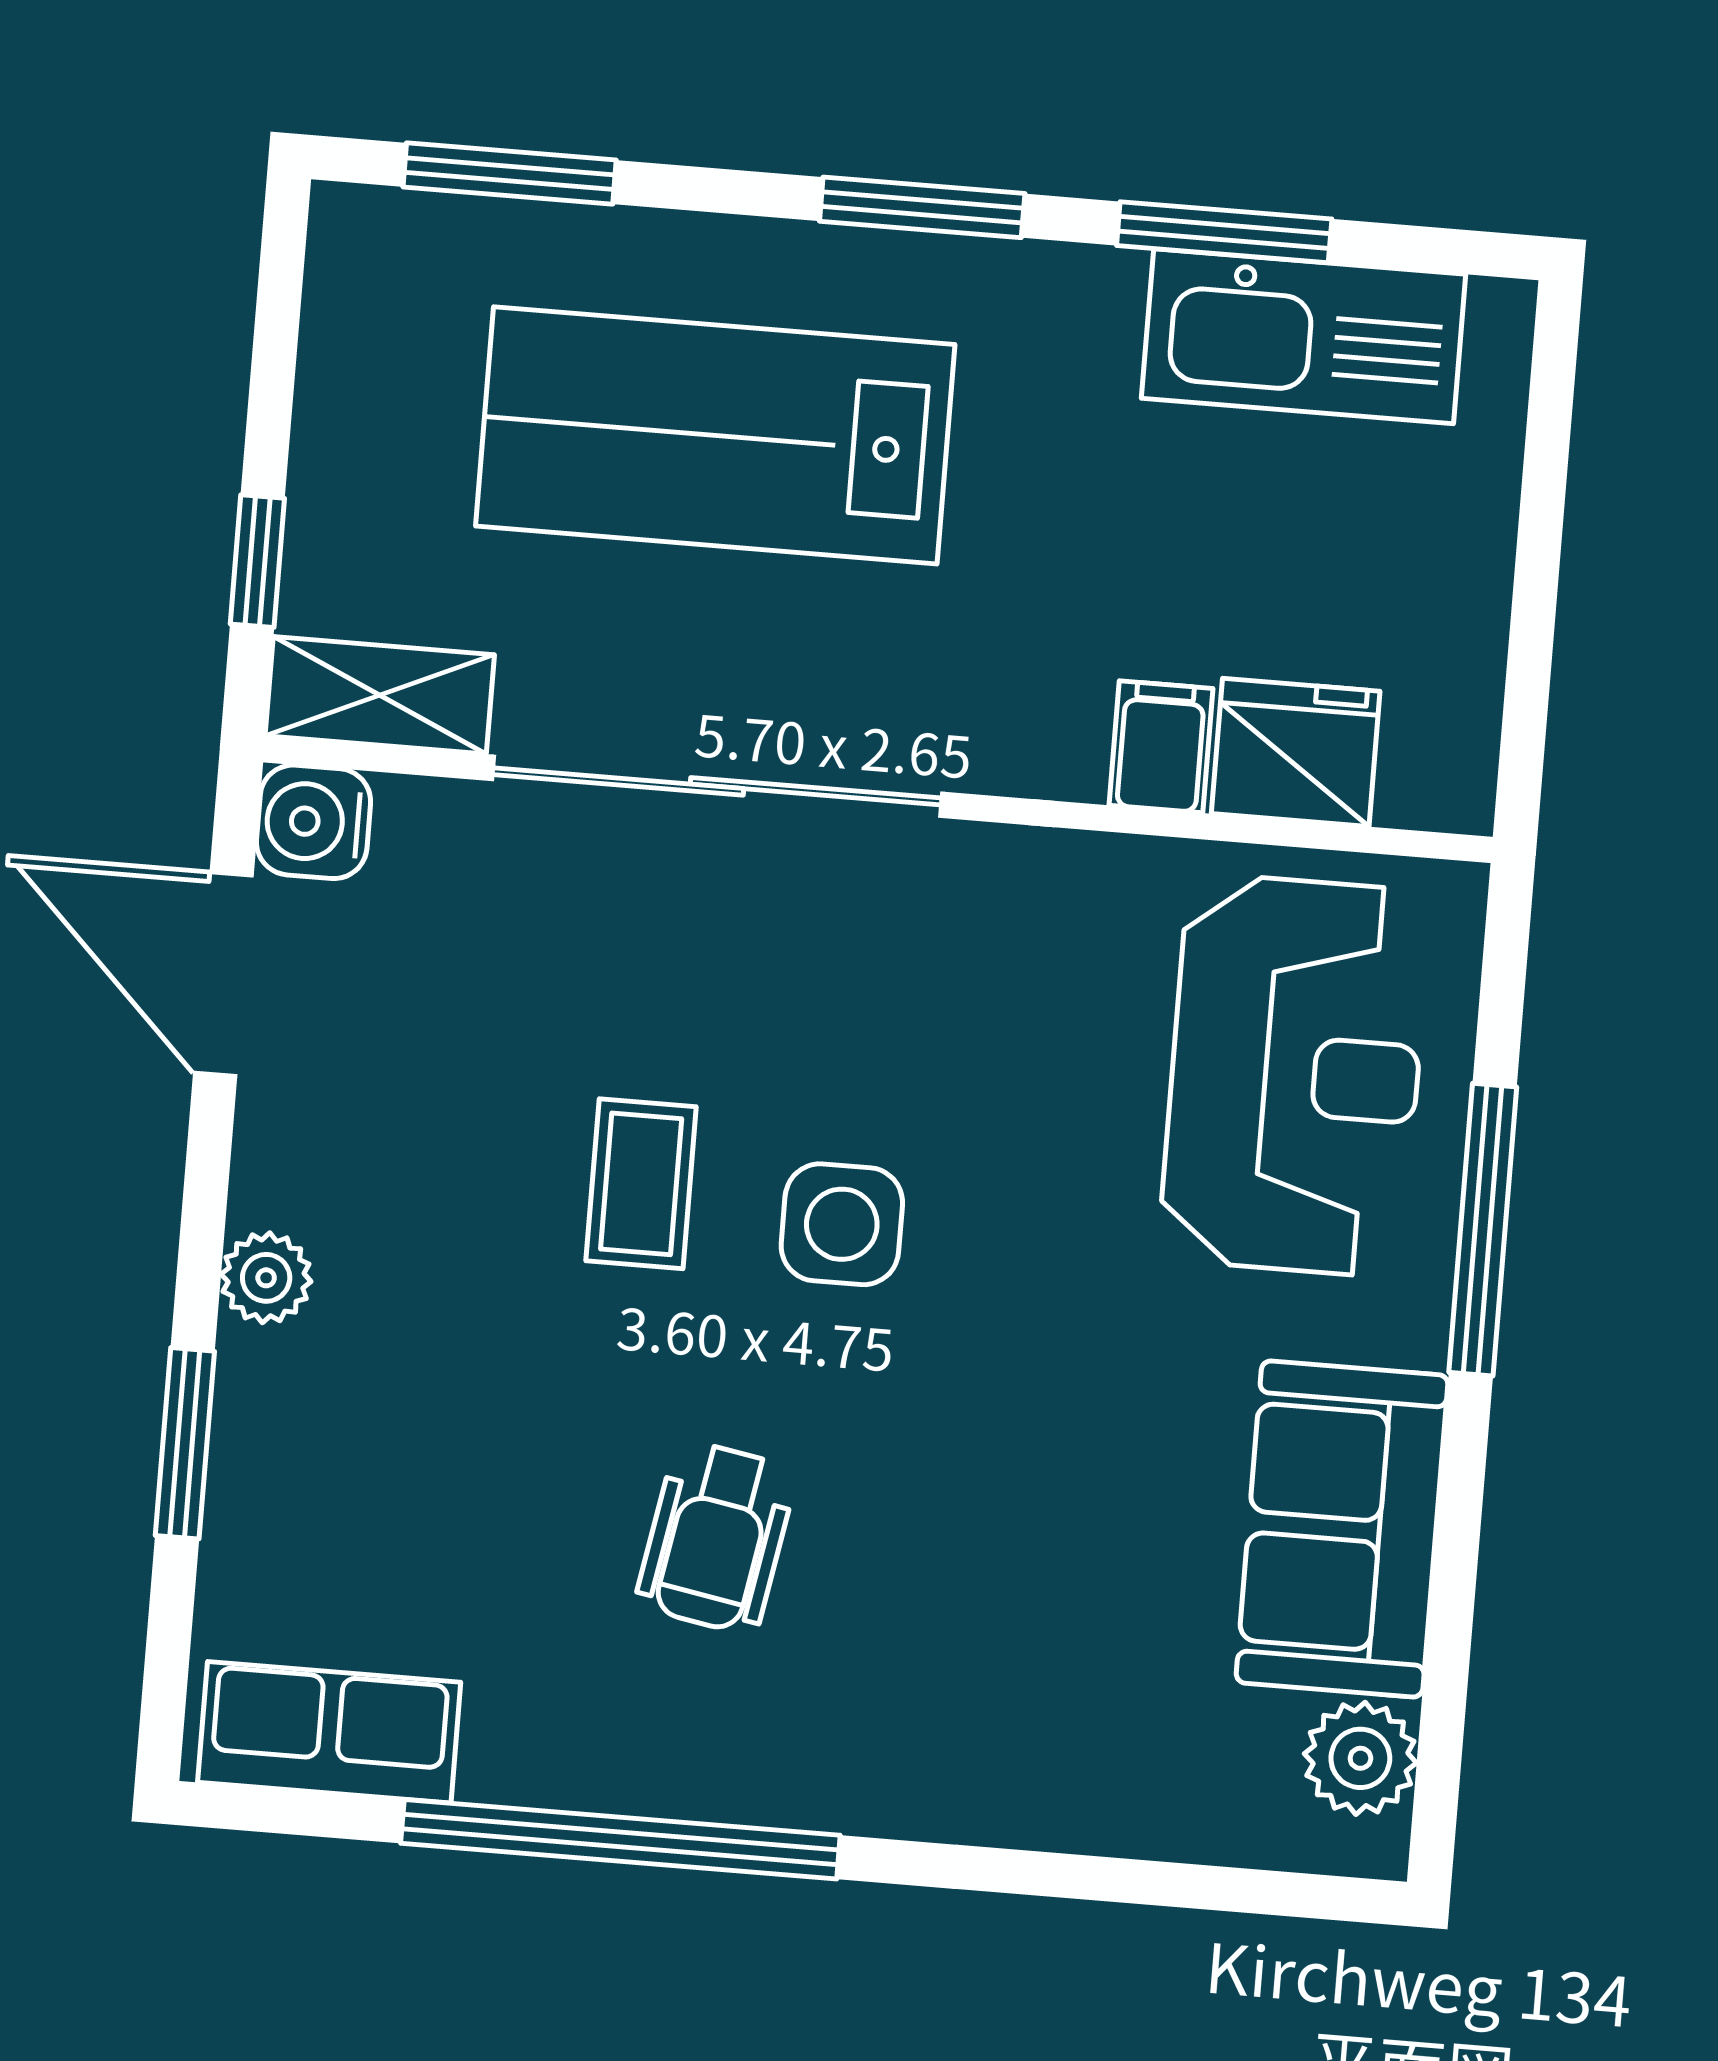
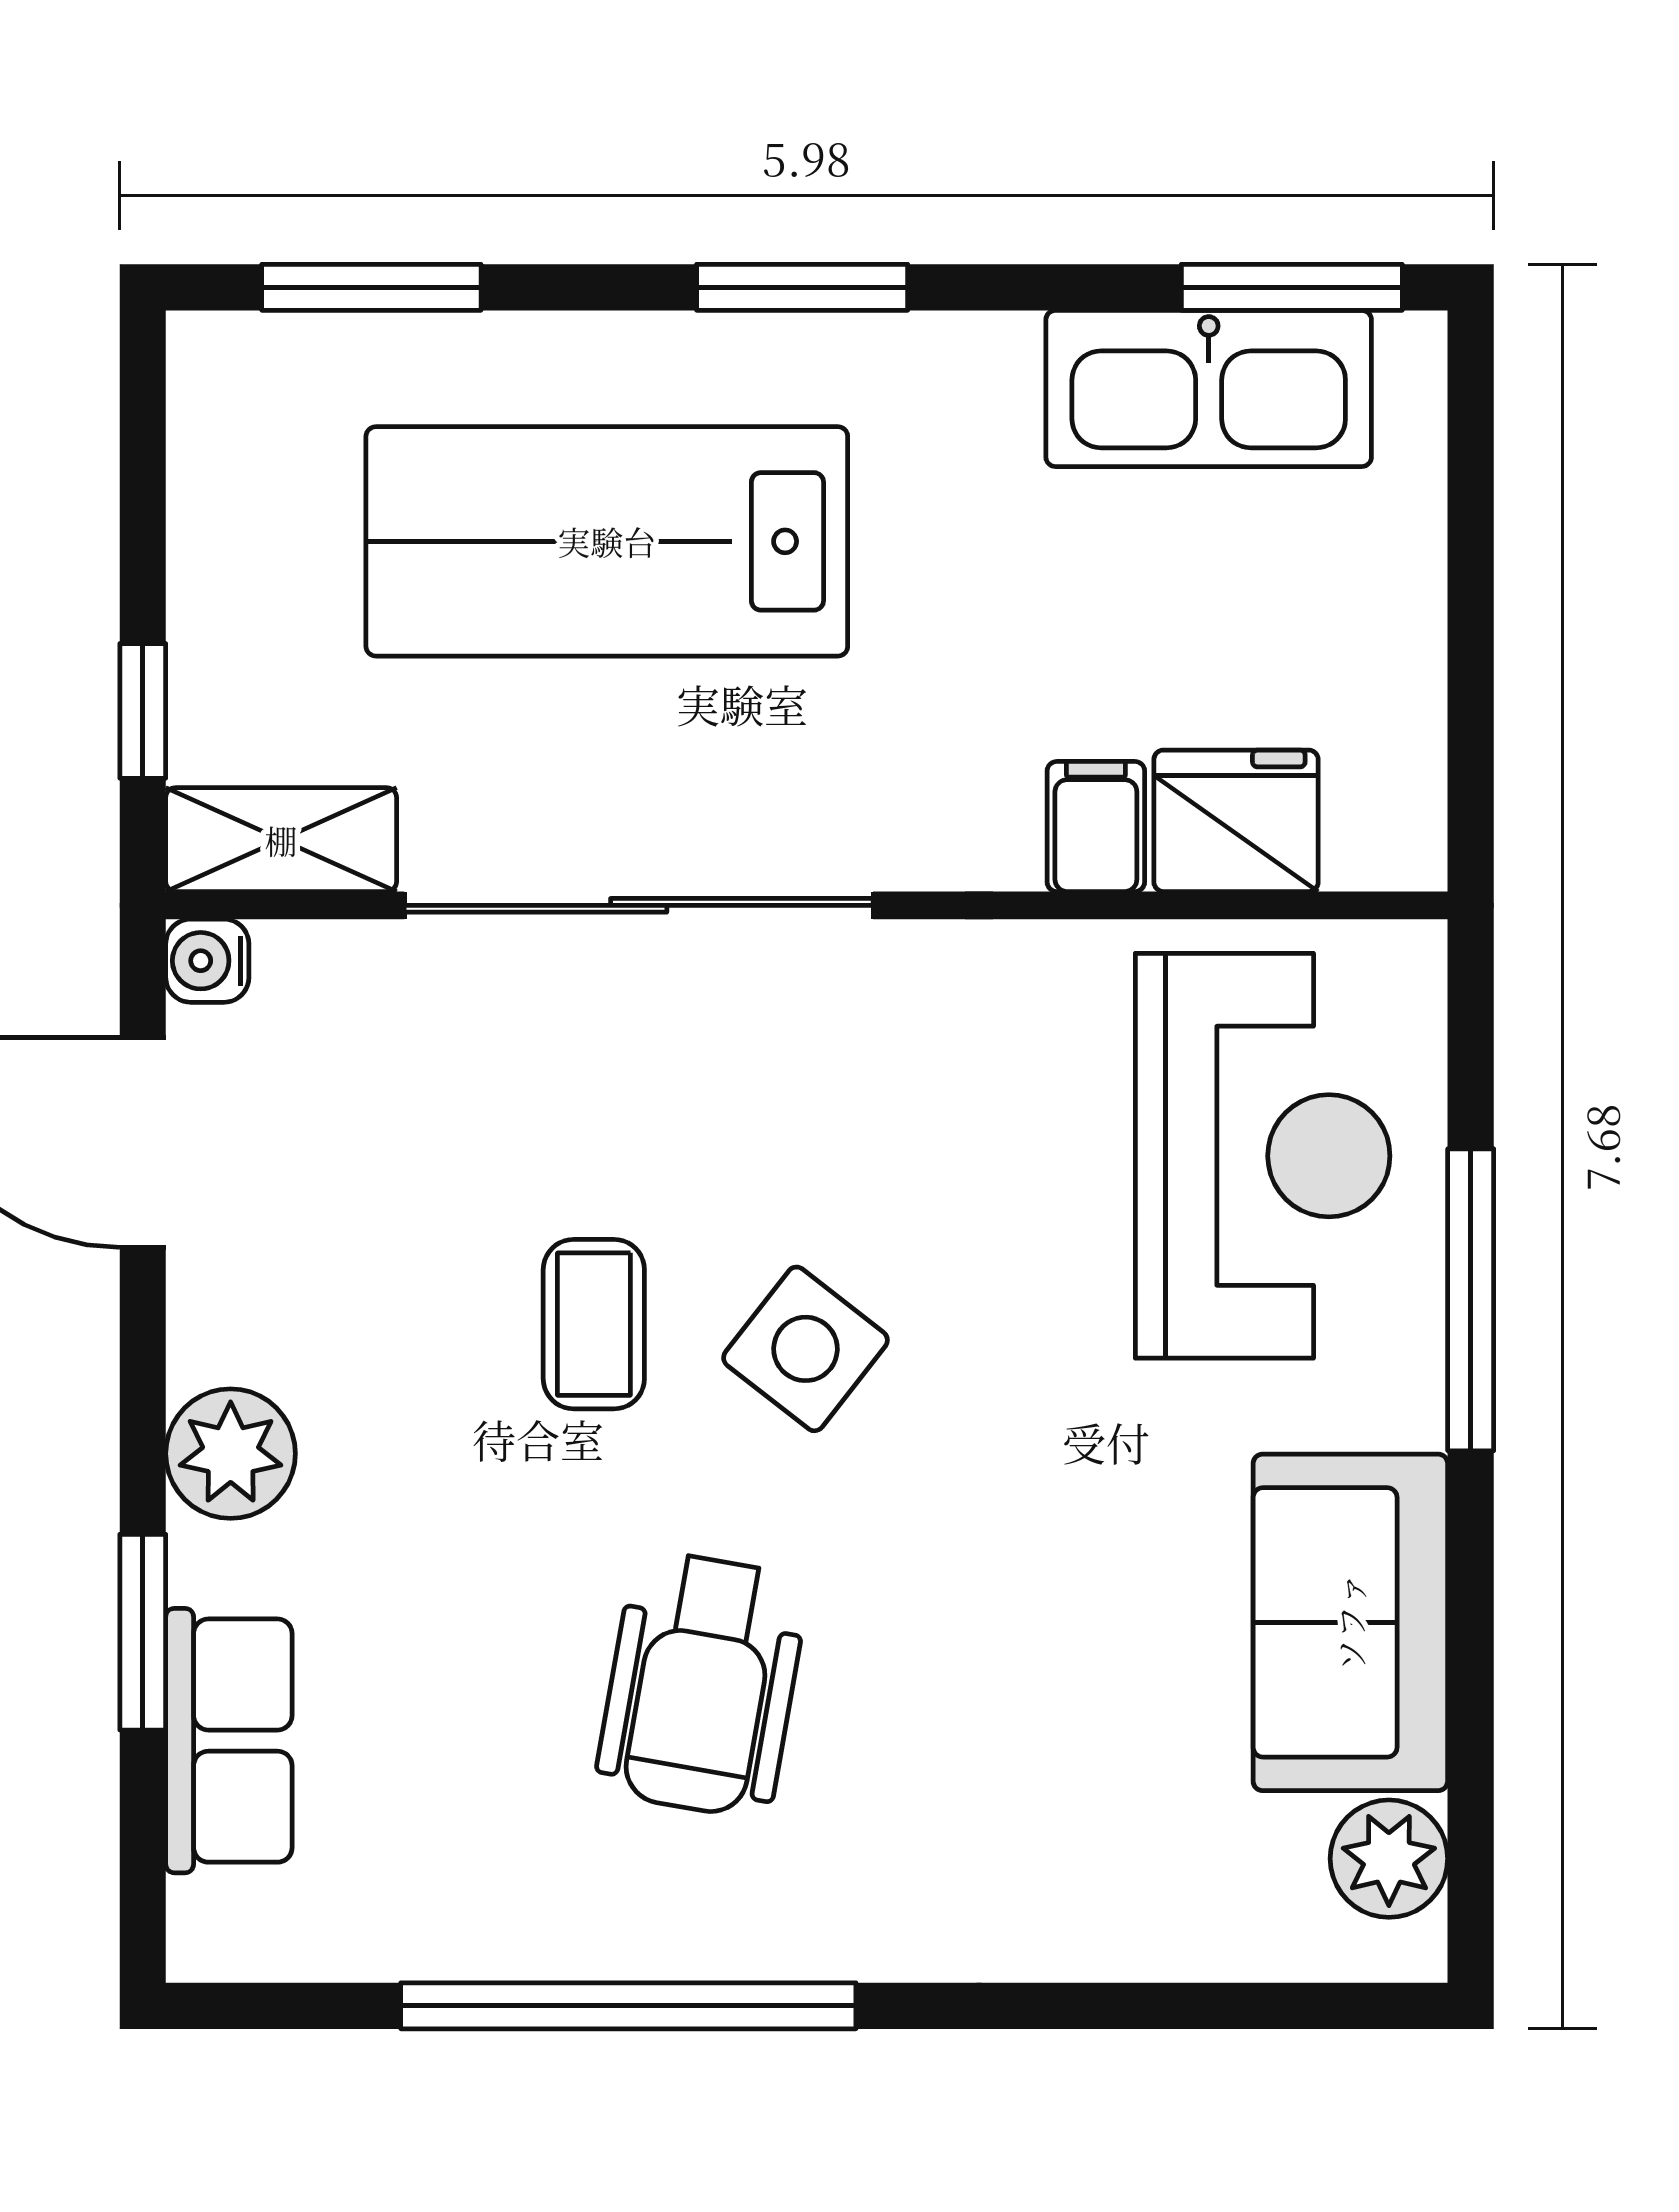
window: (1224, 232) -> (1292, 287), moved
water cooler: (314, 822) -> (207, 961), width x0.72, depth x0.72
side table: (842, 1224) -> (805, 1349), turned 38
plant: (266, 1278) -> (231, 1454), width x1.38, depth x1.38
wheelchair: (716, 1537) -> (702, 1684), width x1.36, depth x1.37
row of seats: (329, 1732) -> (229, 1741), moved, turned 90

